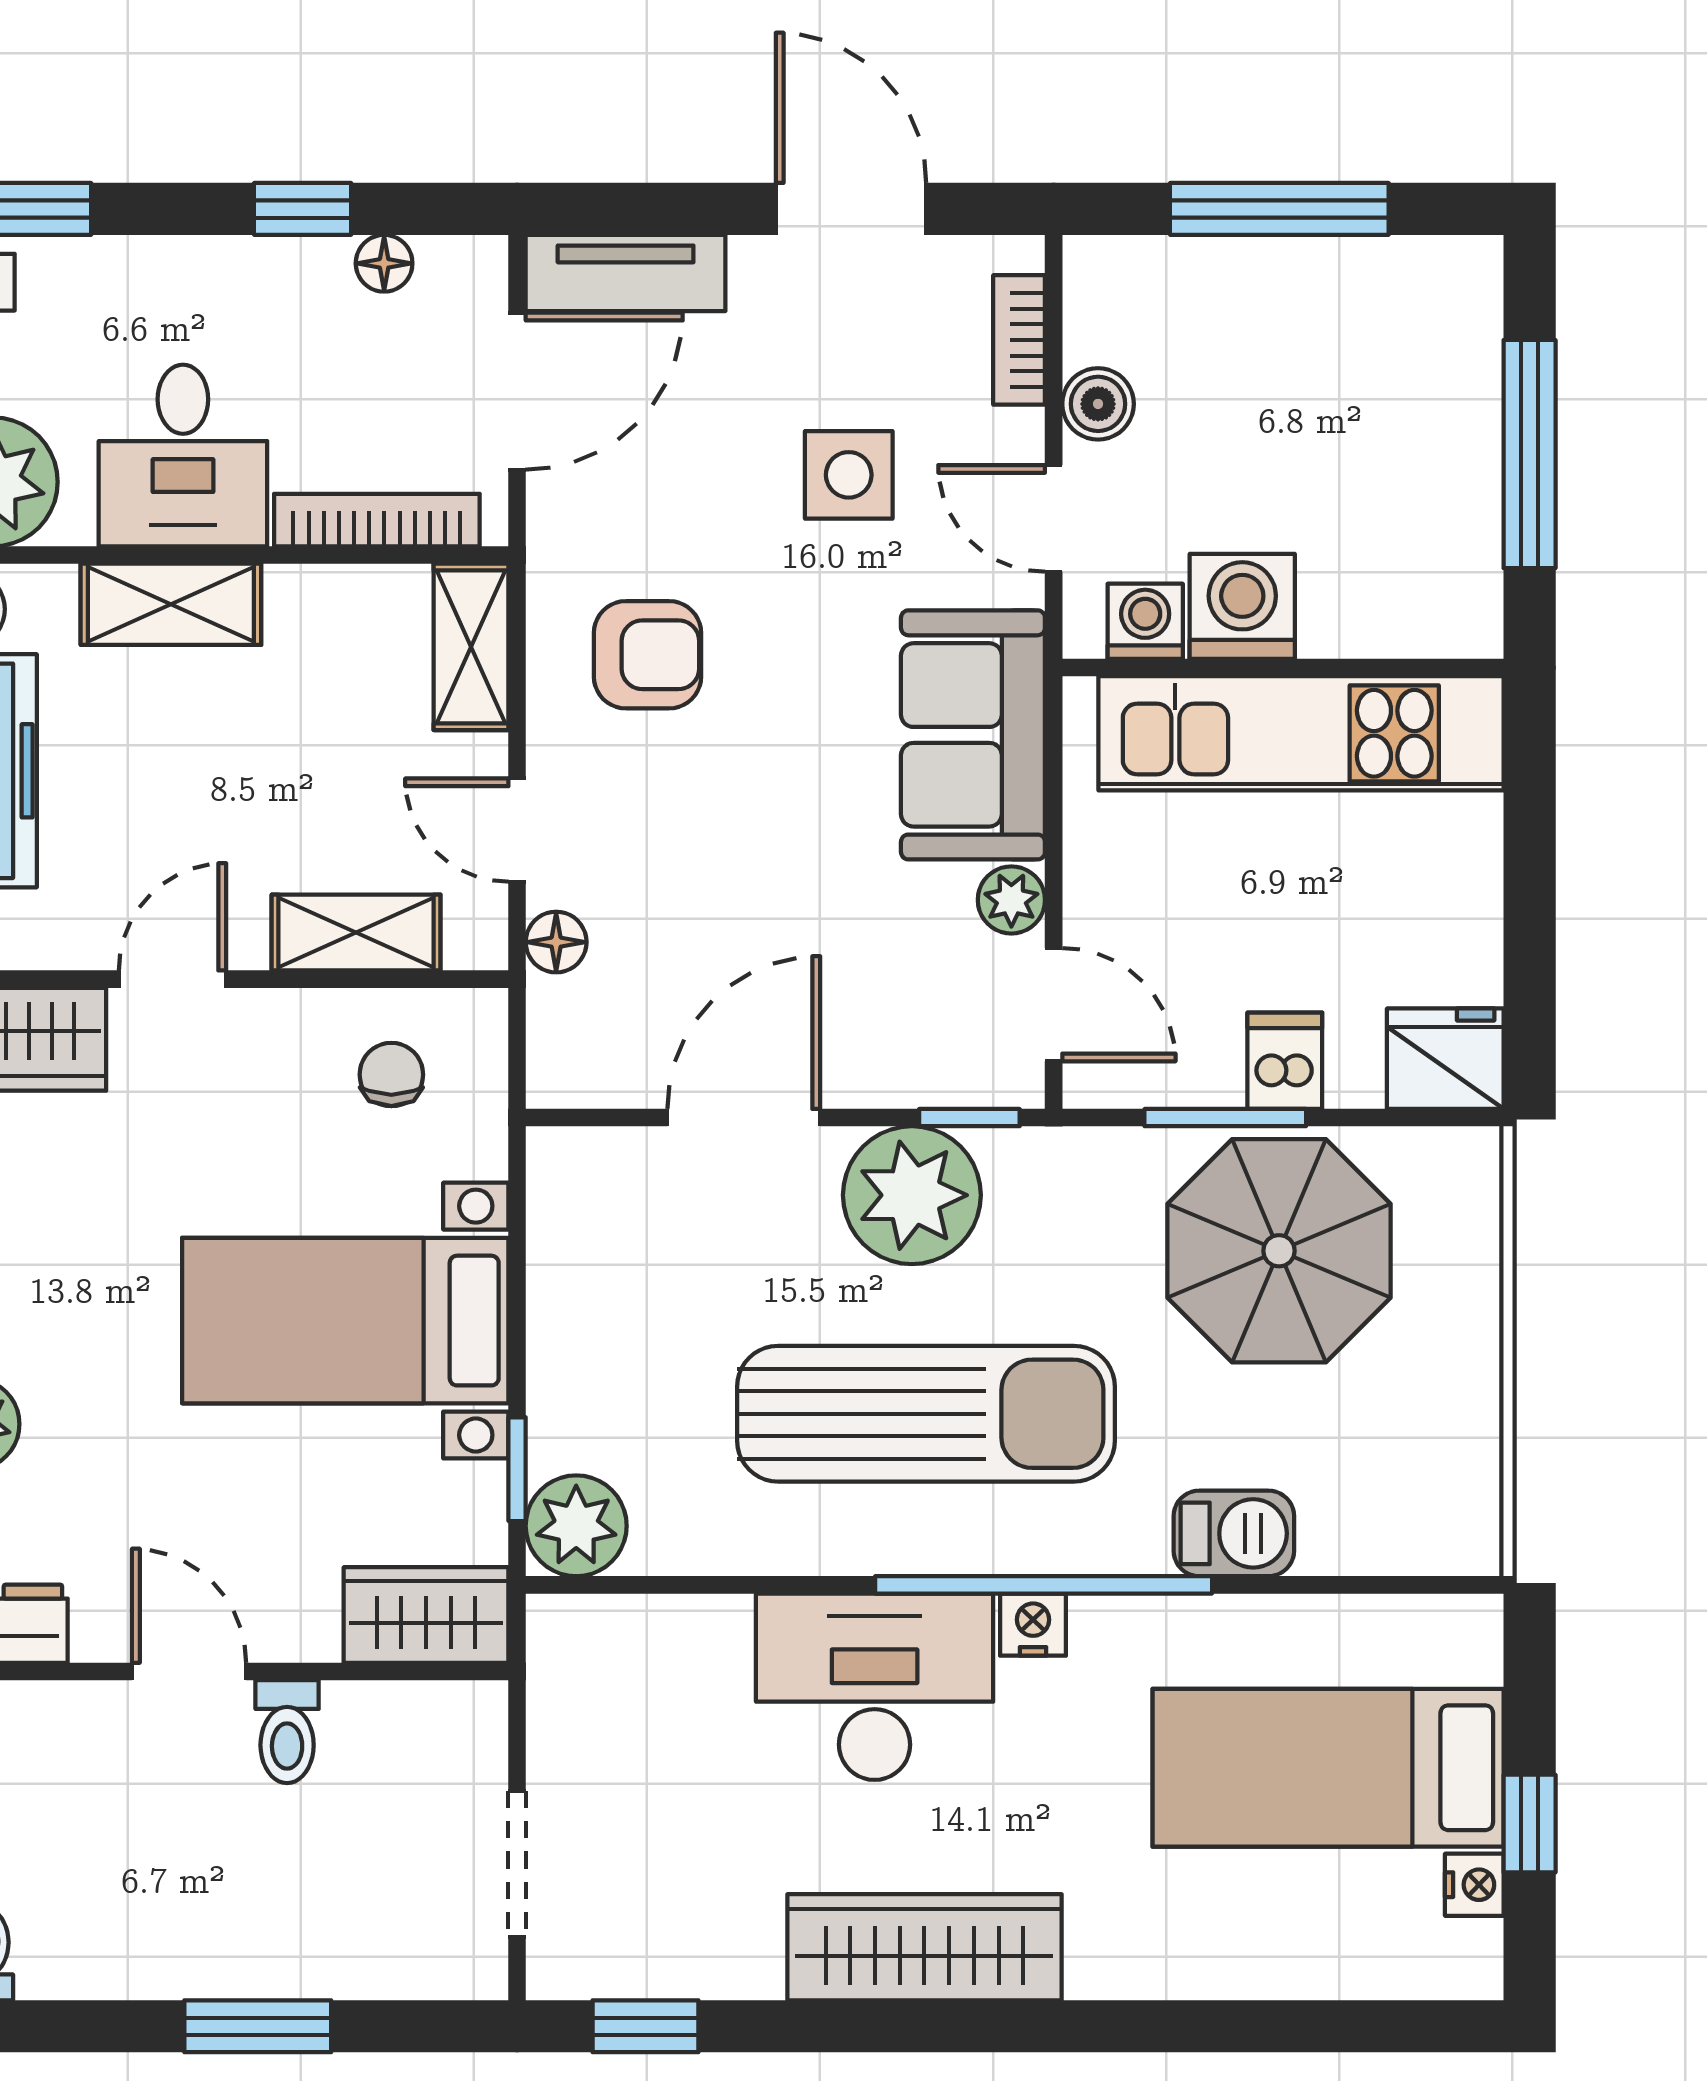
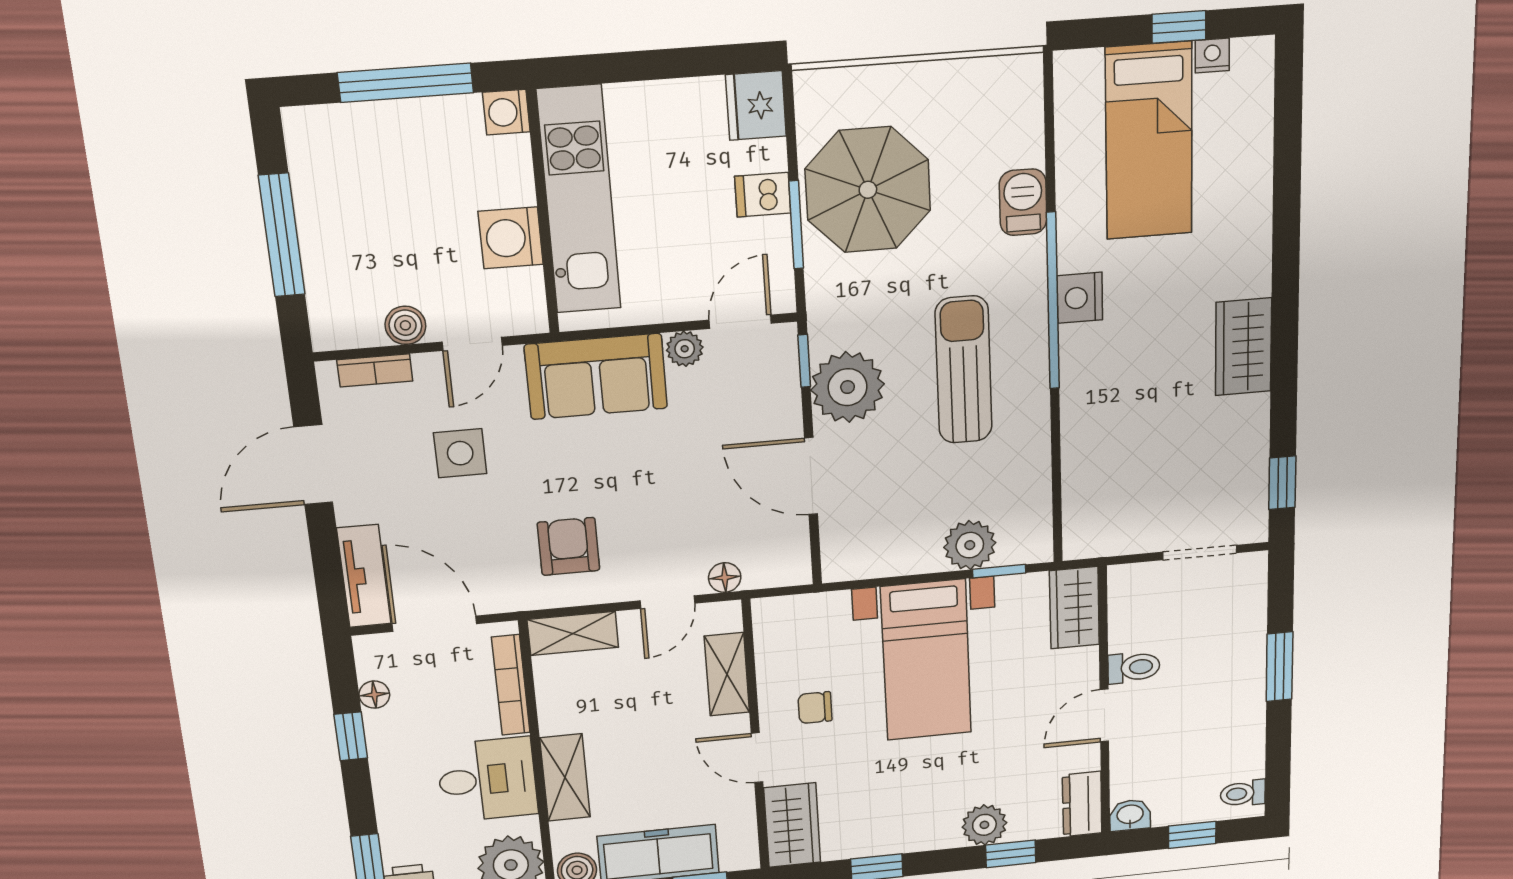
washing machine: (1145, 621) -> (506, 112), moved
chair: (391, 1075) -> (815, 708), moved
sun lounger: (926, 1414) -> (964, 370), width x0.73, depth x0.75
plant: (576, 1526) -> (970, 545), moved
nightstand: (1033, 1625) -> (1080, 298), width x1.39, depth x1.35
desk: (875, 1687) -> (1108, 384), removed
wardrobe: (924, 1947) -> (1244, 347), width x0.67

